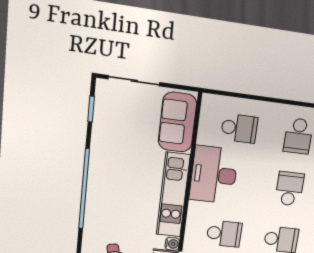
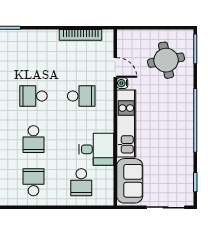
school desk: (239, 128) -> (81, 182), turned -90
desk: (214, 175) -> (96, 149), width x0.73
school desk: (224, 234) -> (81, 96), turned 180

